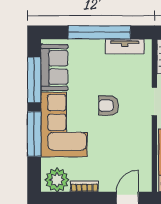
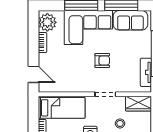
armchair: (109, 106) -> (102, 60), turned 90

